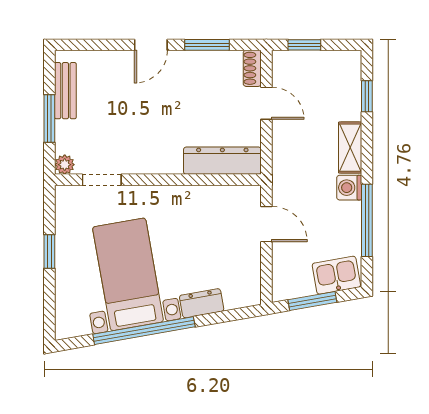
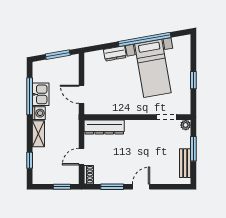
door: (266, 103) -> (82, 157), hinge flipped
kitchen sink: (336, 275) -> (41, 94), moved, turned -80

